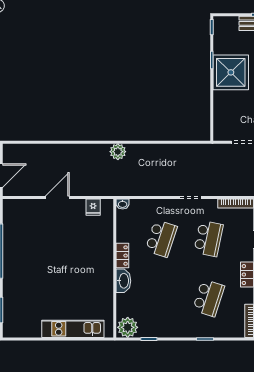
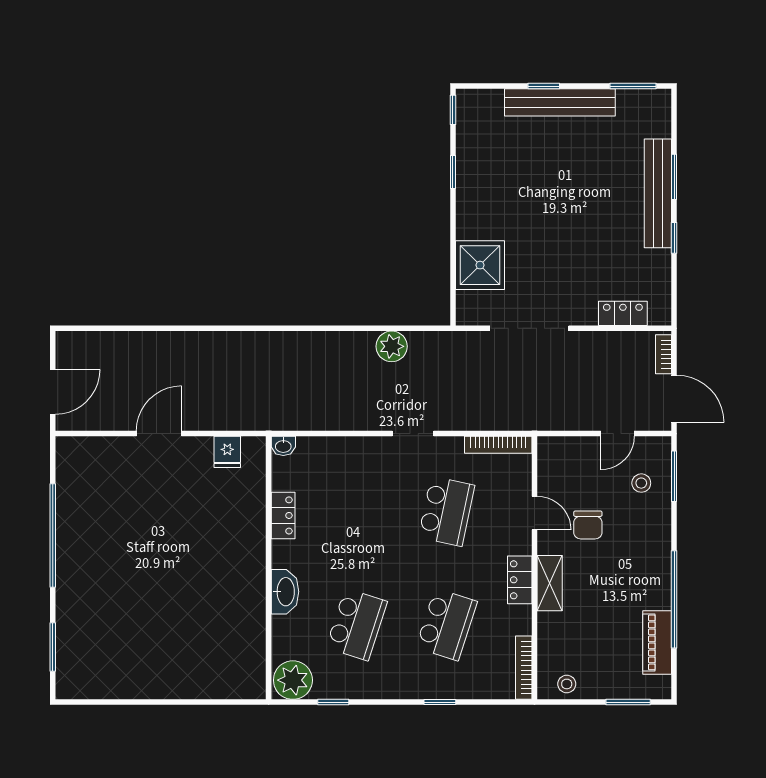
shower: (231, 72) -> (480, 265), moved, width x0.73, depth x0.73
plant: (118, 152) -> (392, 346), moved
school desk: (161, 238) -> (357, 624), moved
locker: (122, 256) -> (283, 515), moved
kitchen unit: (73, 329) -> (189, 683), removed

